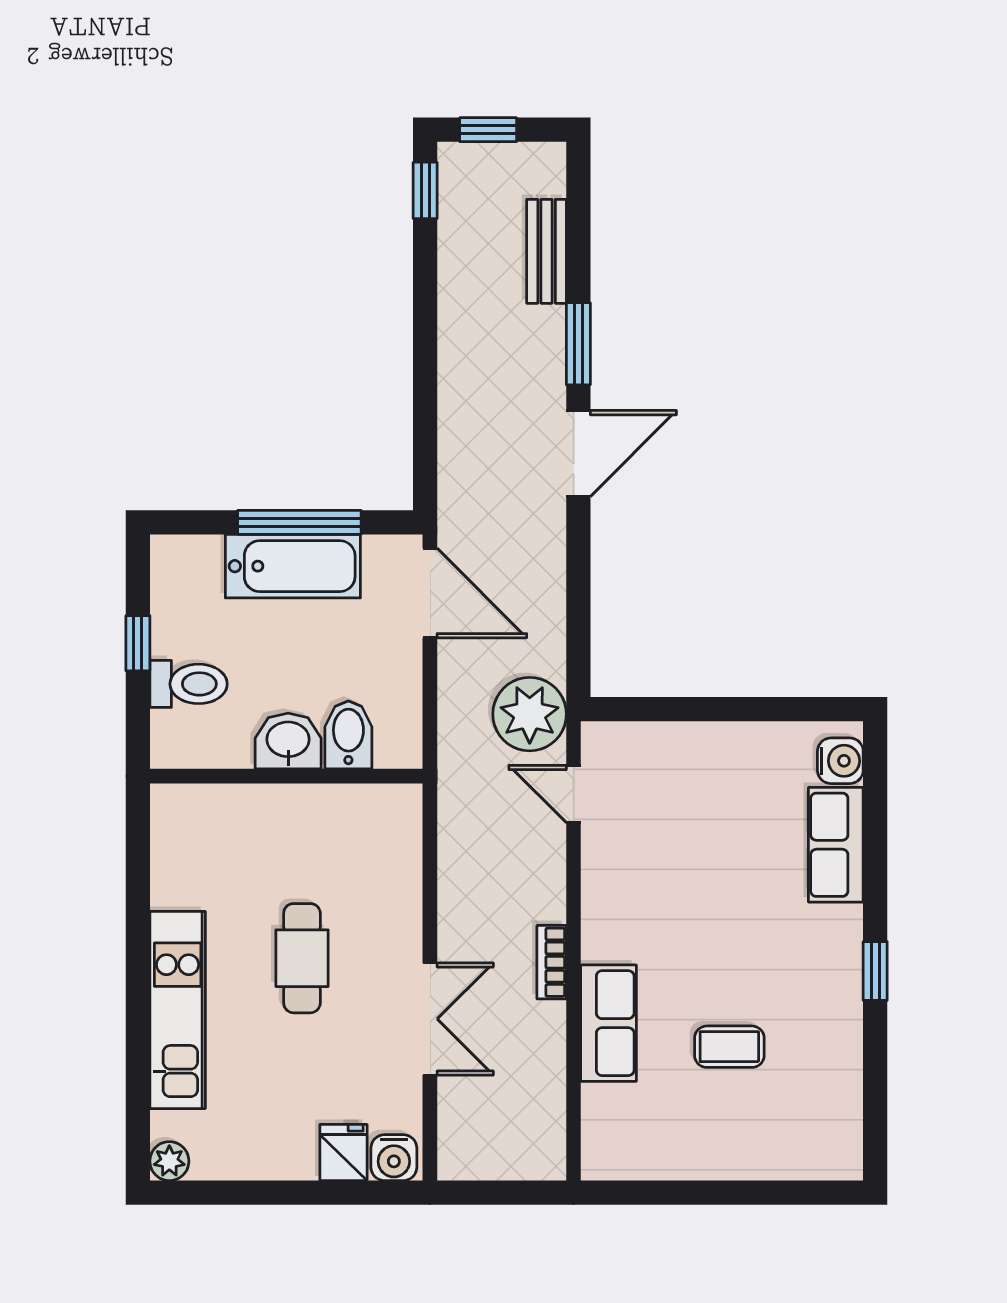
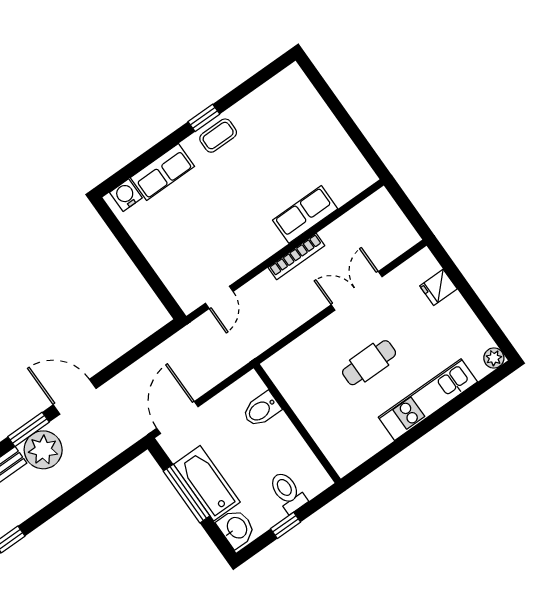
plant: (530, 714) -> (43, 450), moved
washbasin: (288, 741) -> (236, 528), moved, turned 180
bookcase: (552, 962) -> (296, 256), width x1.56
coffee table: (729, 1047) -> (218, 136), moved, turned 90
water cooler: (394, 1158) -> (426, 265), removed

